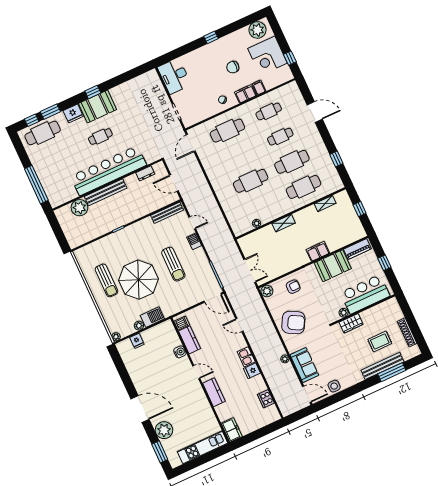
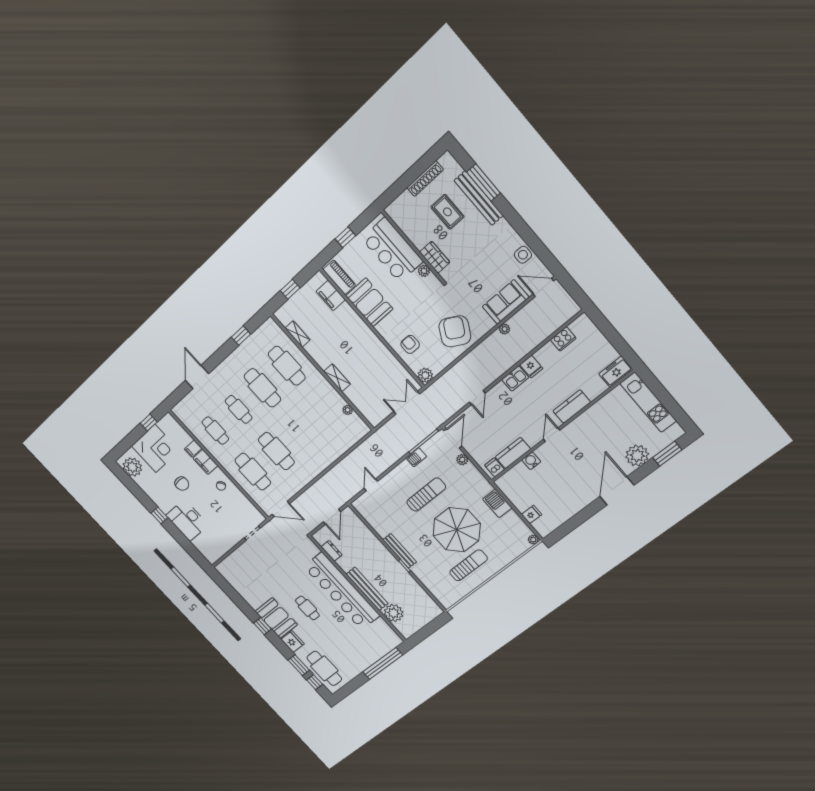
desk: (174, 76) -> (187, 520), moved, turned 90
cafe table: (251, 181) -> (276, 451), moved
bench: (167, 213) -> (400, 551), moved
barbecue: (194, 241) -> (416, 457), moved
filing cabinet: (318, 251) -> (331, 296), moved
plant: (139, 326) -> (462, 460), moved
door: (307, 394) -> (543, 287), hinge flipped

